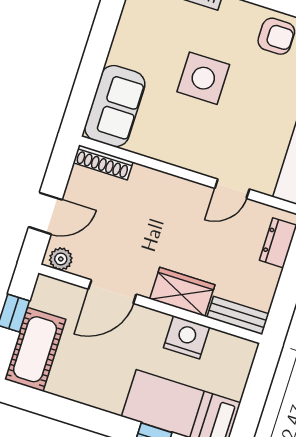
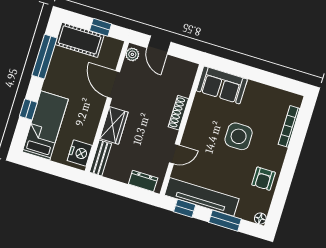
shoe rack: (103, 162) -> (178, 113), moved
door: (232, 189) -> (174, 154), swing flipped
nightstand: (186, 337) -> (80, 153), moved
window: (63, 410) -> (44, 57), added

